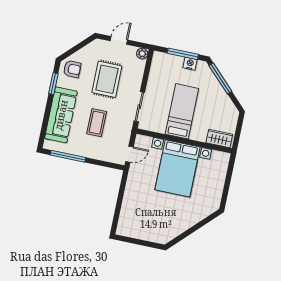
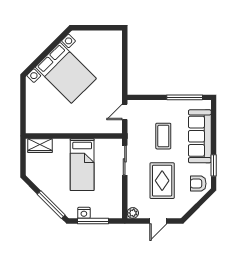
bed with nightstands: (177, 168) -> (66, 73), moved, turned 135

